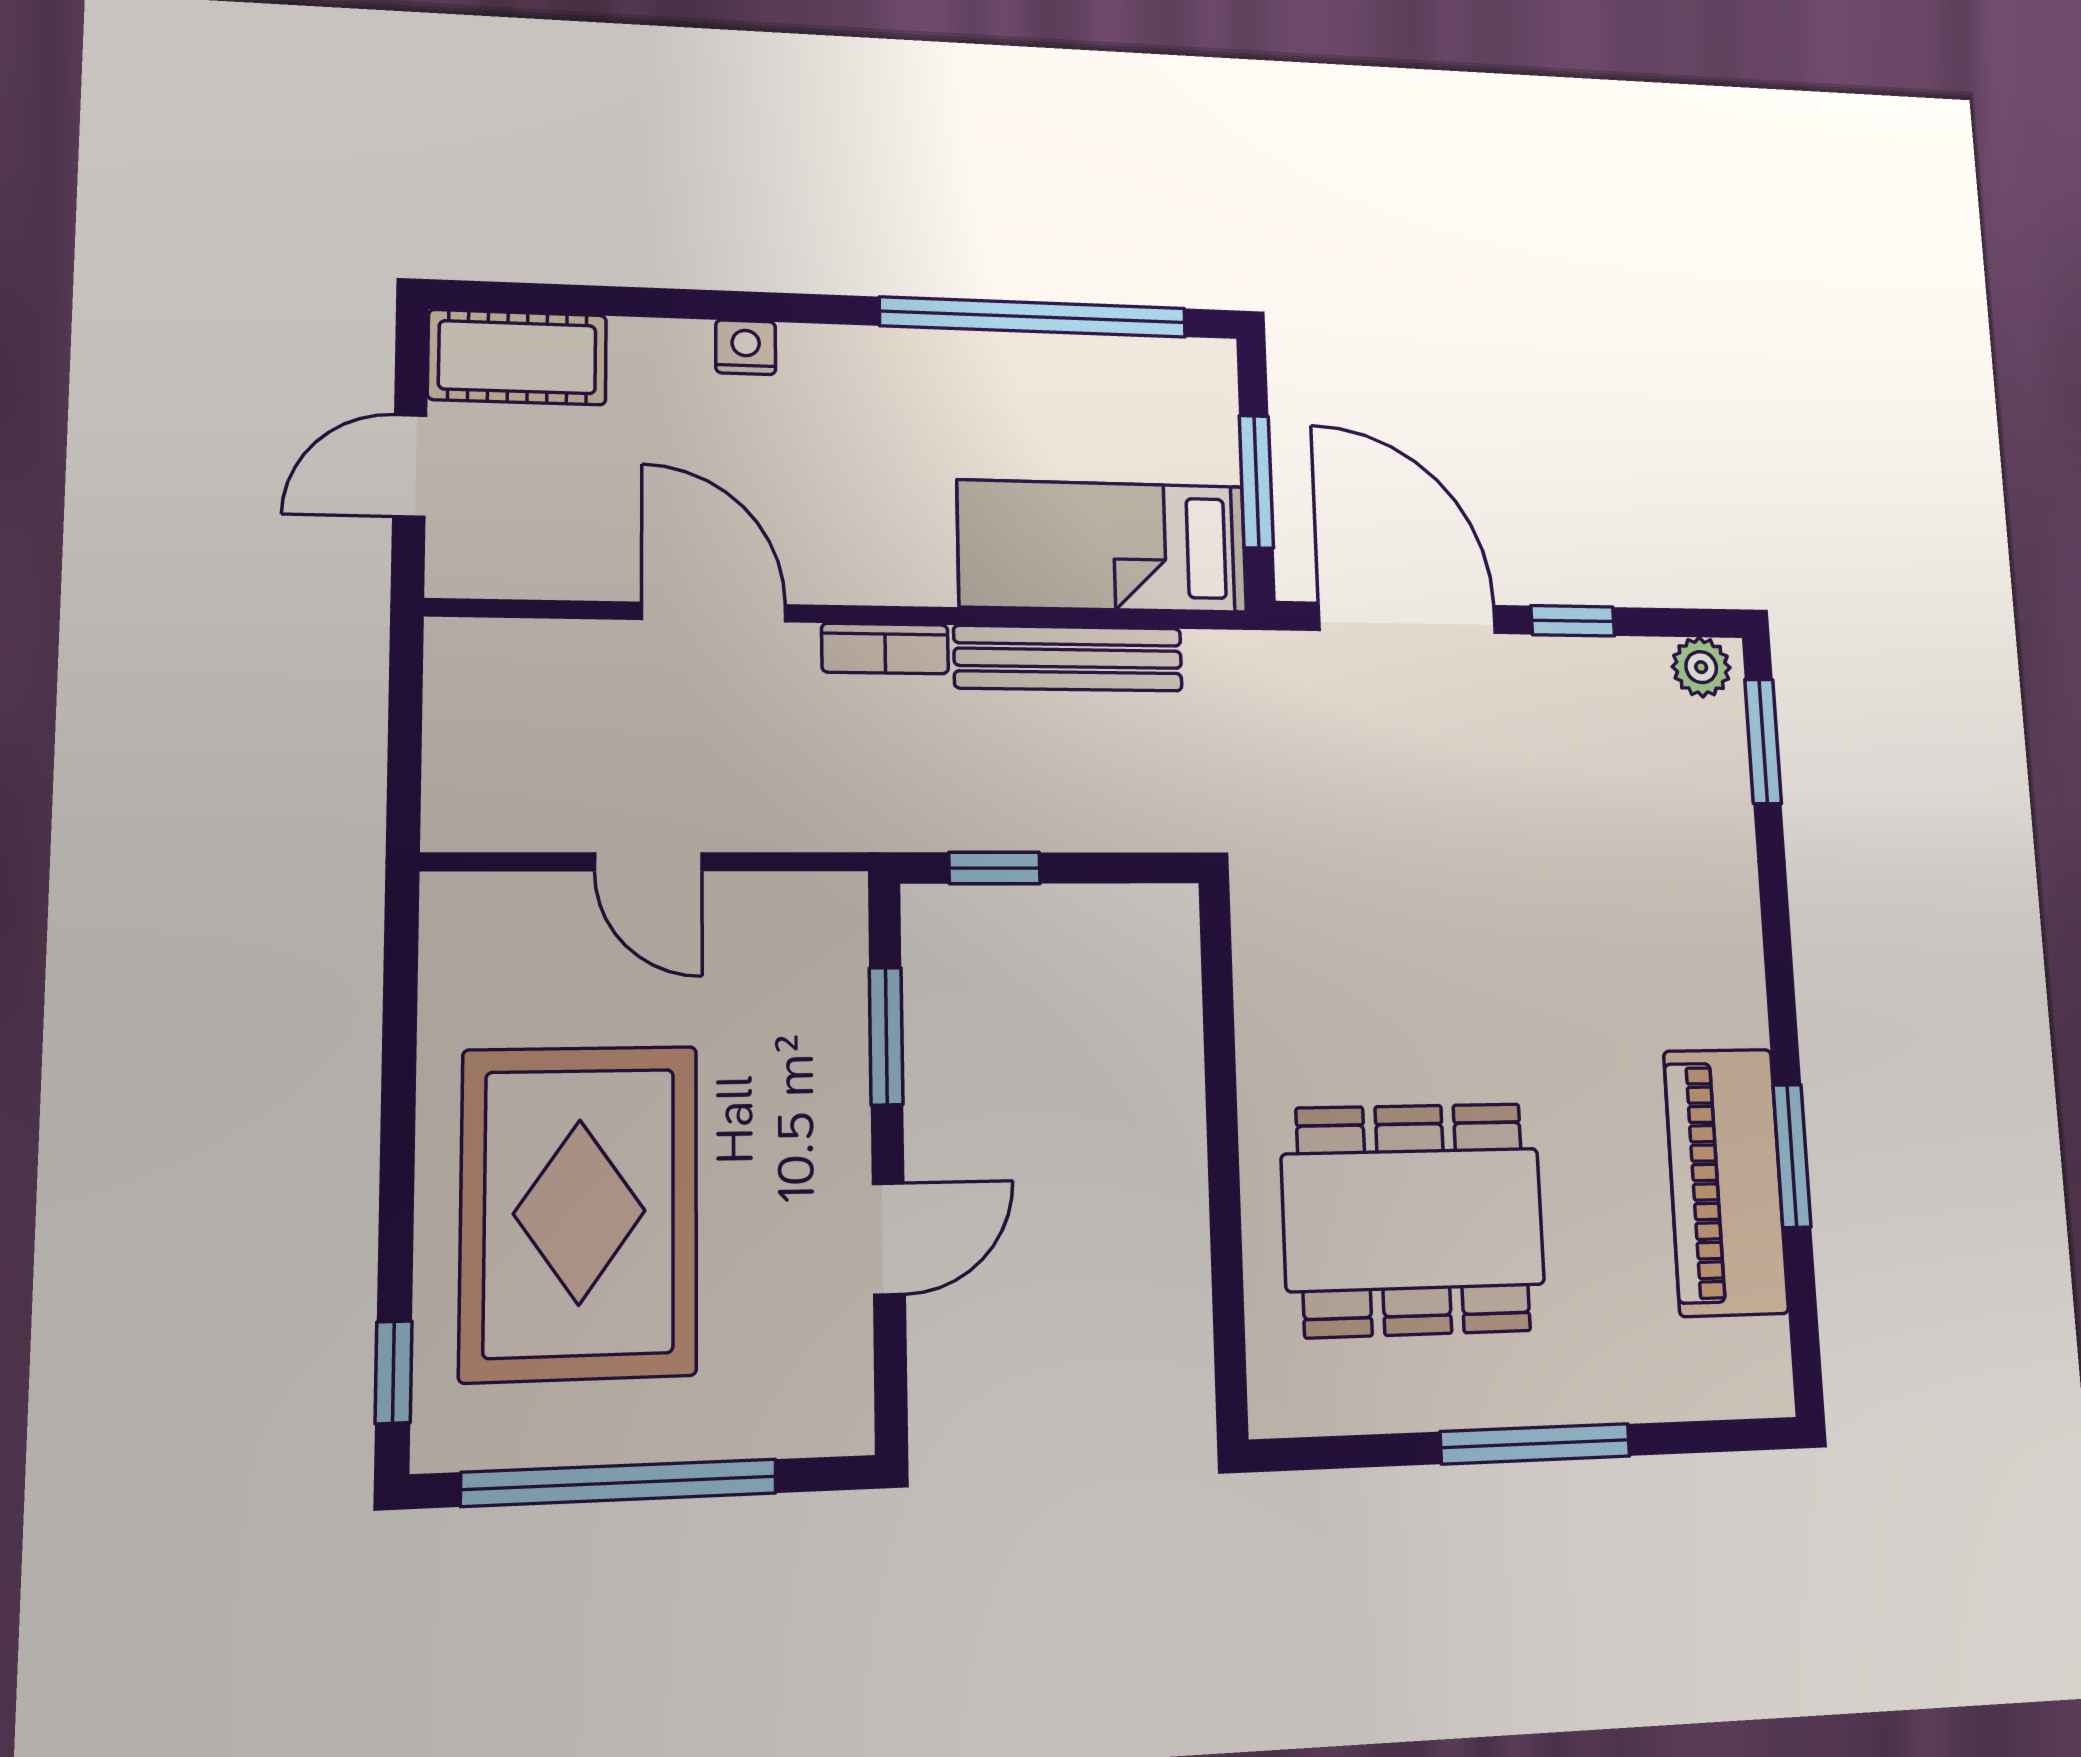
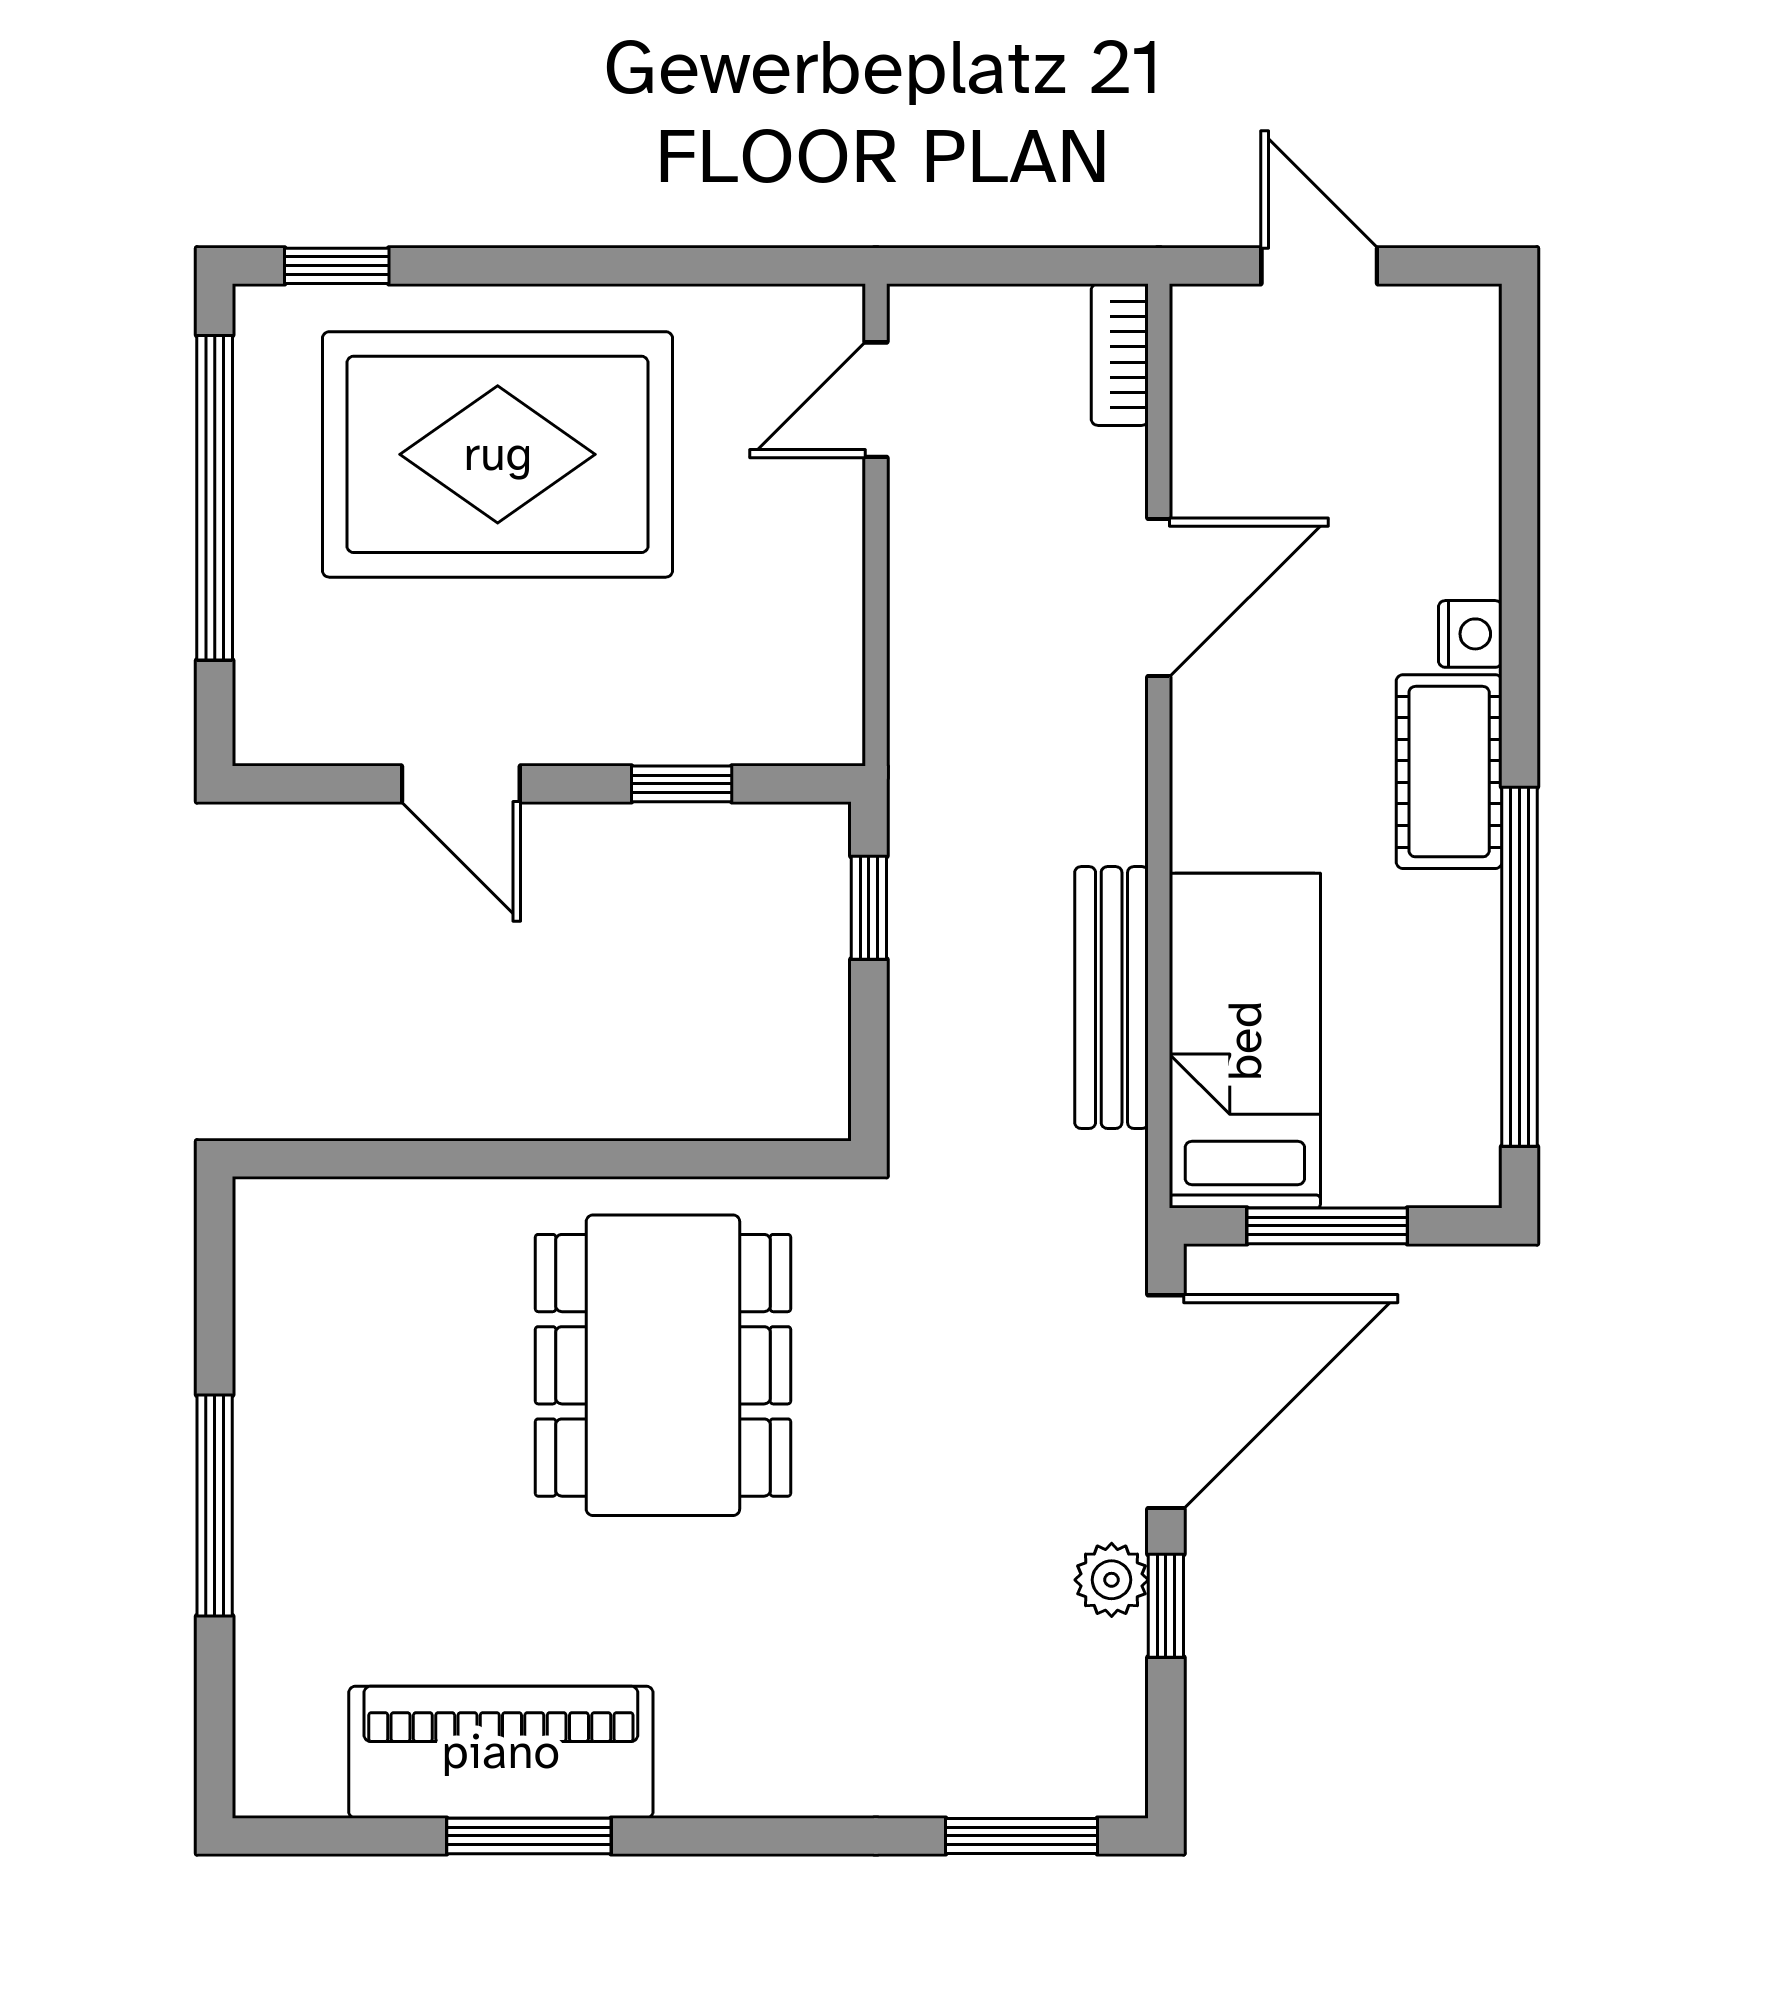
cot: (517, 357) -> (1449, 772), moved
bookcase: (885, 648) -> (1120, 355), moved
plant: (1701, 667) -> (1112, 1580), moved
door: (648, 862) -> (876, 400), moved
window: (886, 1036) -> (682, 784), width x0.67
dining table: (1413, 1219) -> (663, 1365), moved

